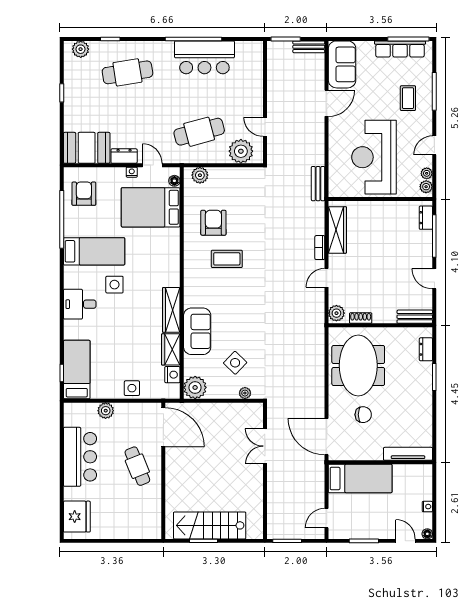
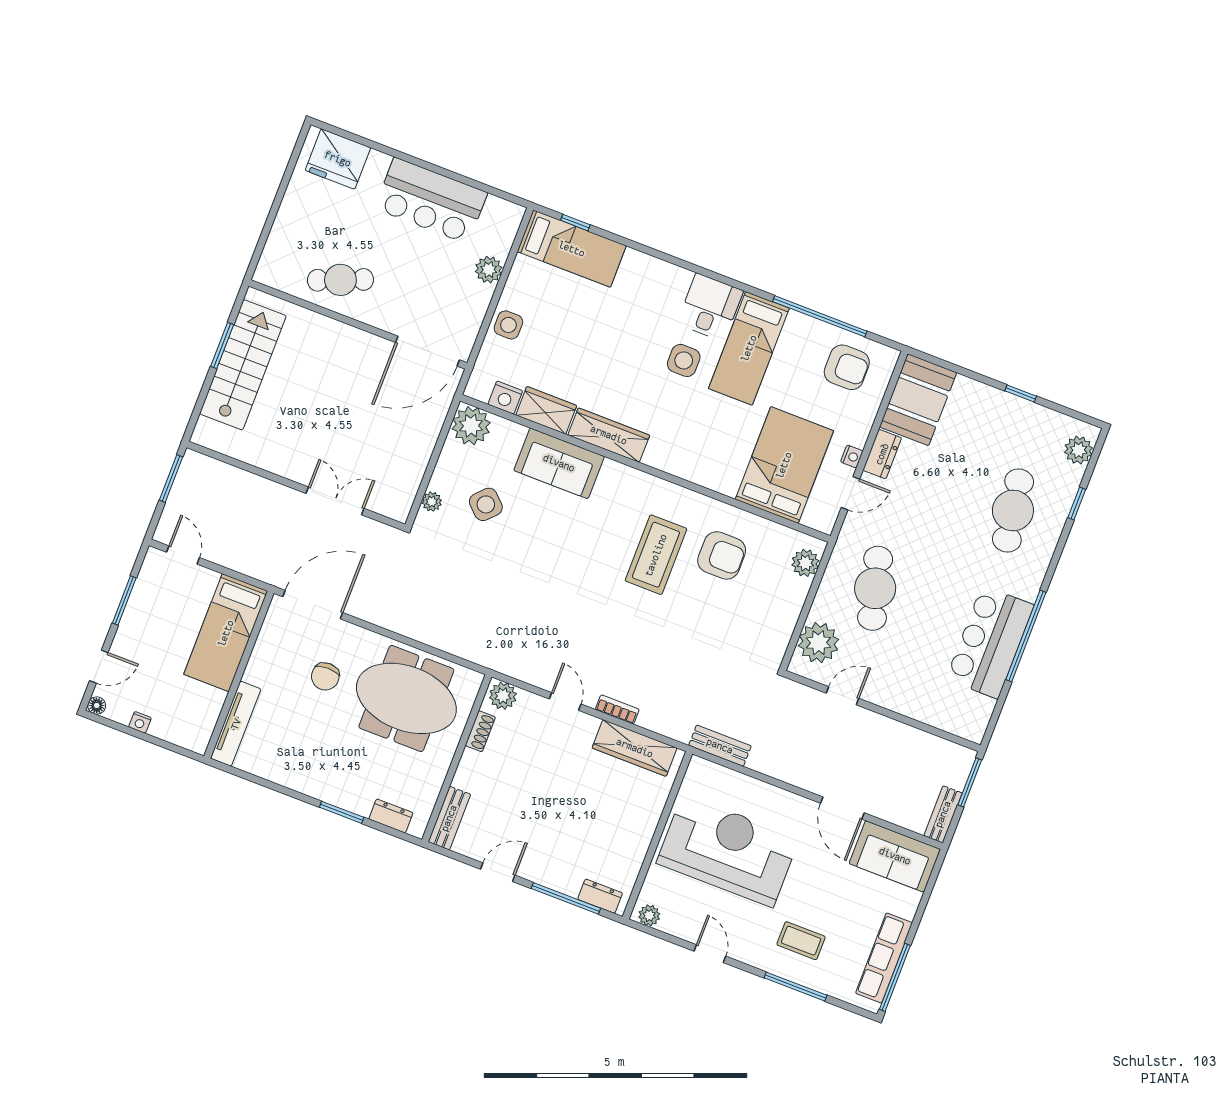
plant: (427, 173) -> (670, 924), removed
floor lamp: (174, 181) -> (812, 519), removed
coffee table: (227, 259) -> (656, 555), width x1.36, depth x1.32
desk: (80, 304) -> (710, 307), moved
cafe table: (137, 466) -> (340, 280), moved

